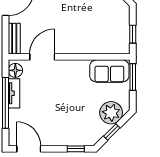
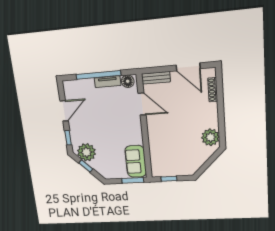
plant: (111, 113) -> (86, 152), moved
door: (29, 149) -> (64, 111), moved

